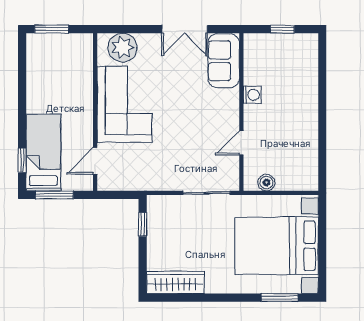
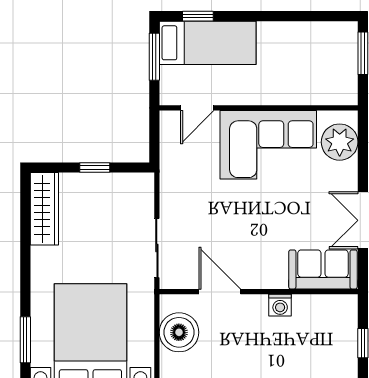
door: (241, 143) -> (220, 292), width x1.38
door: (95, 161) -> (197, 108), swing flipped
boiler: (266, 183) -> (179, 332), width x1.86, depth x1.86
window: (143, 224) -> (95, 168), moved

